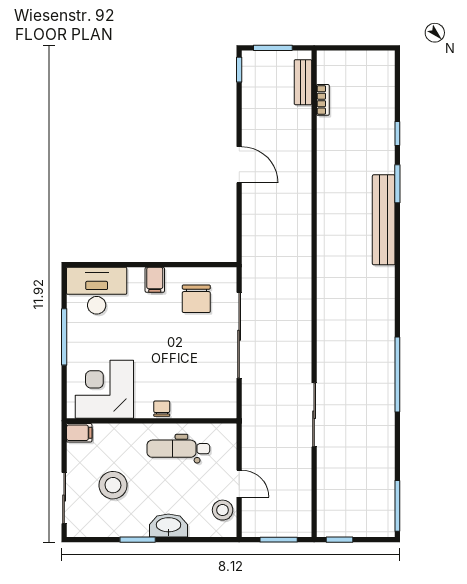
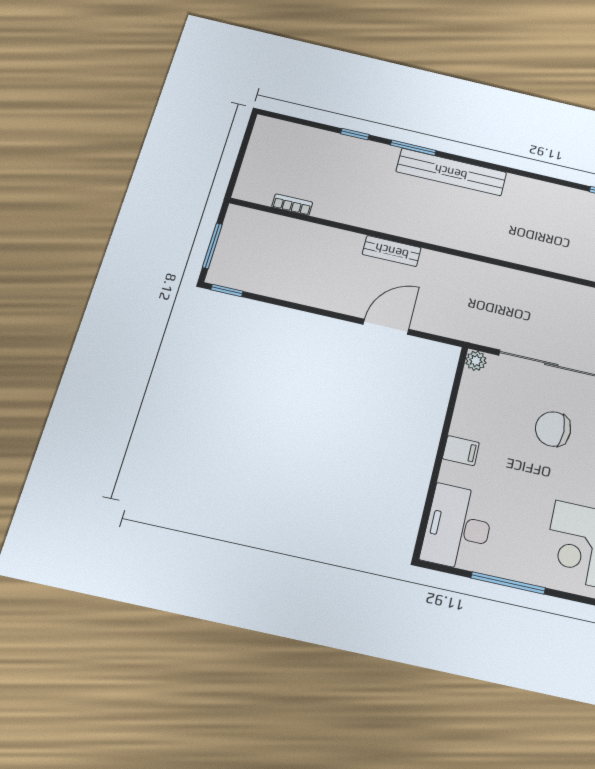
bench: (303, 82) -> (392, 251), moved
door: (239, 165) -> (386, 327), moved
plant: (228, 275) -> (476, 361), added
chair: (196, 299) -> (553, 429), moved, turned 180

